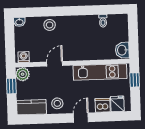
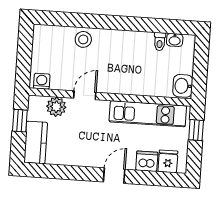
washbasin: (19, 22) -> (175, 40), moved
plant: (23, 74) -> (56, 107), moved
stool: (57, 103) -> (83, 152), removed
kitchen counter: (31, 107) -> (36, 142), moved, turned 90

